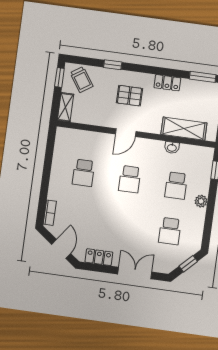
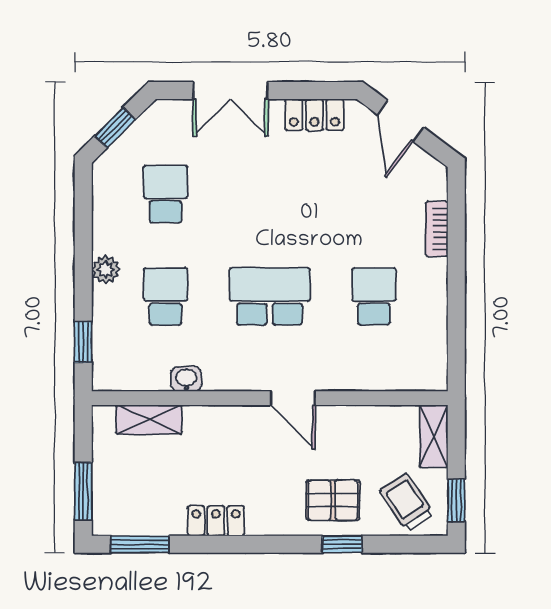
pallet: (129, 96) -> (333, 500), moved
shelving: (184, 129) -> (149, 420), width x0.67, depth x0.75
door: (126, 133) -> (293, 398), swing flipped
school desk: (130, 179) -> (270, 296), width x1.85
bookcase: (50, 213) -> (437, 229), moved

